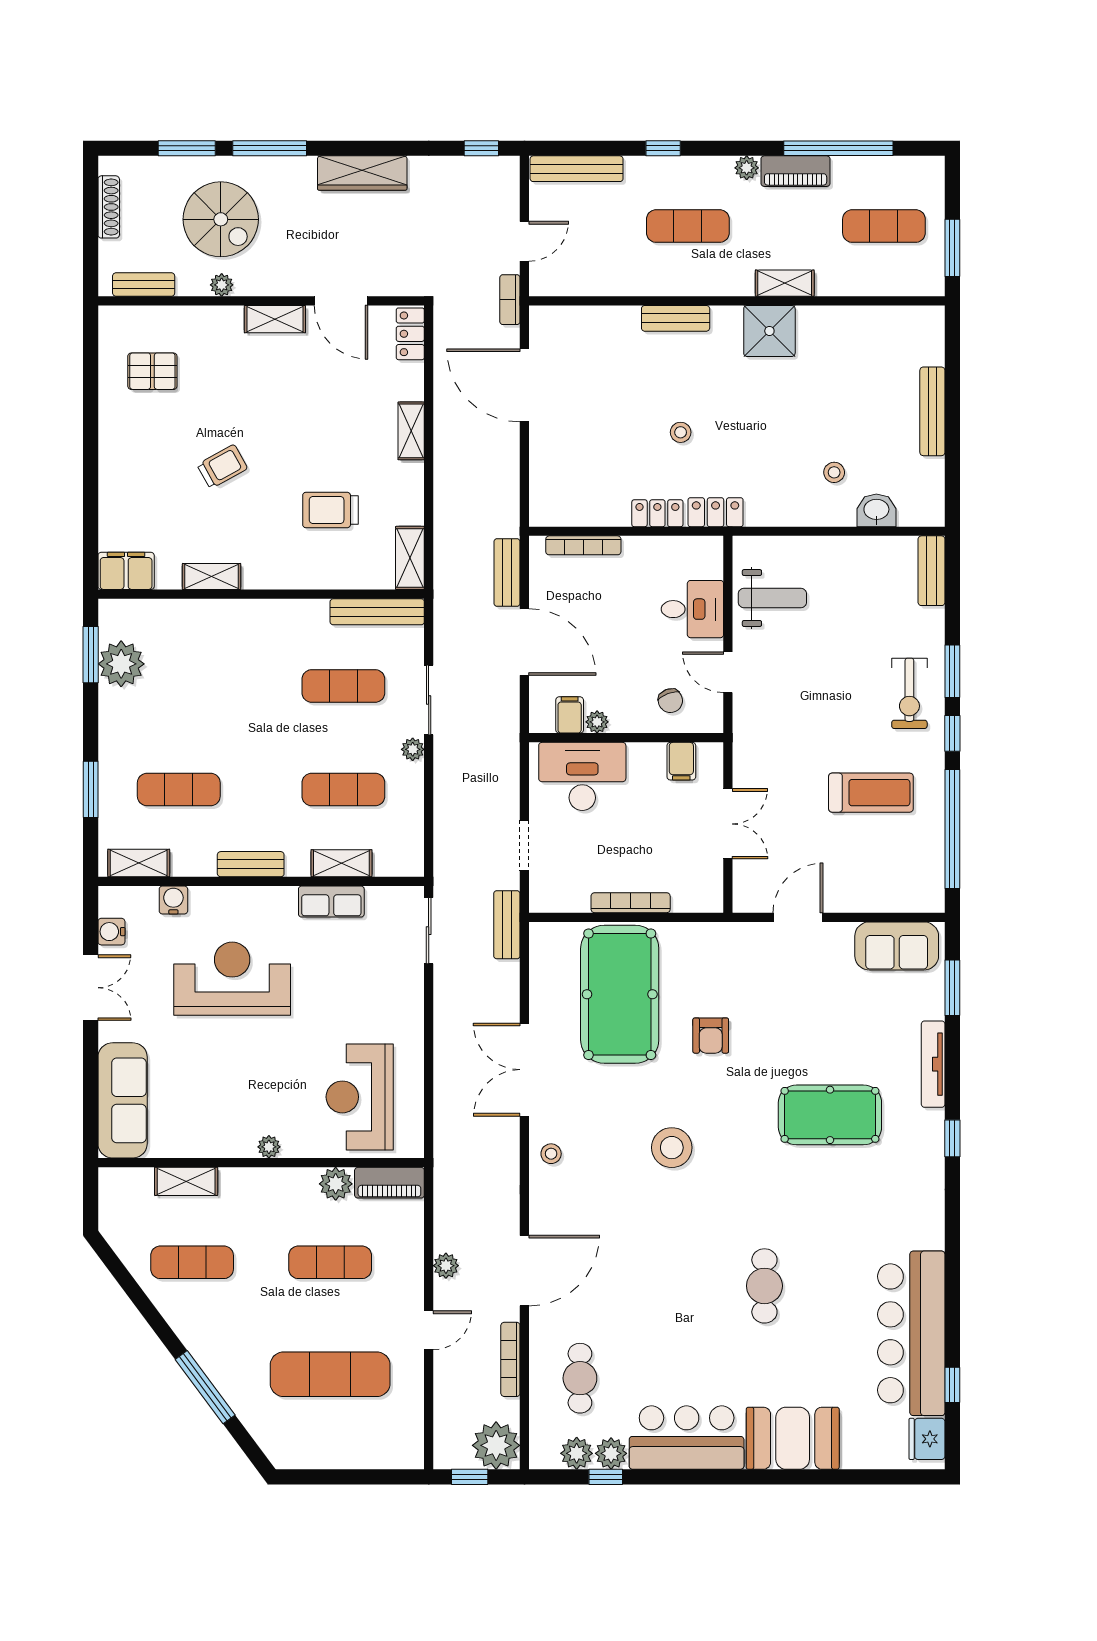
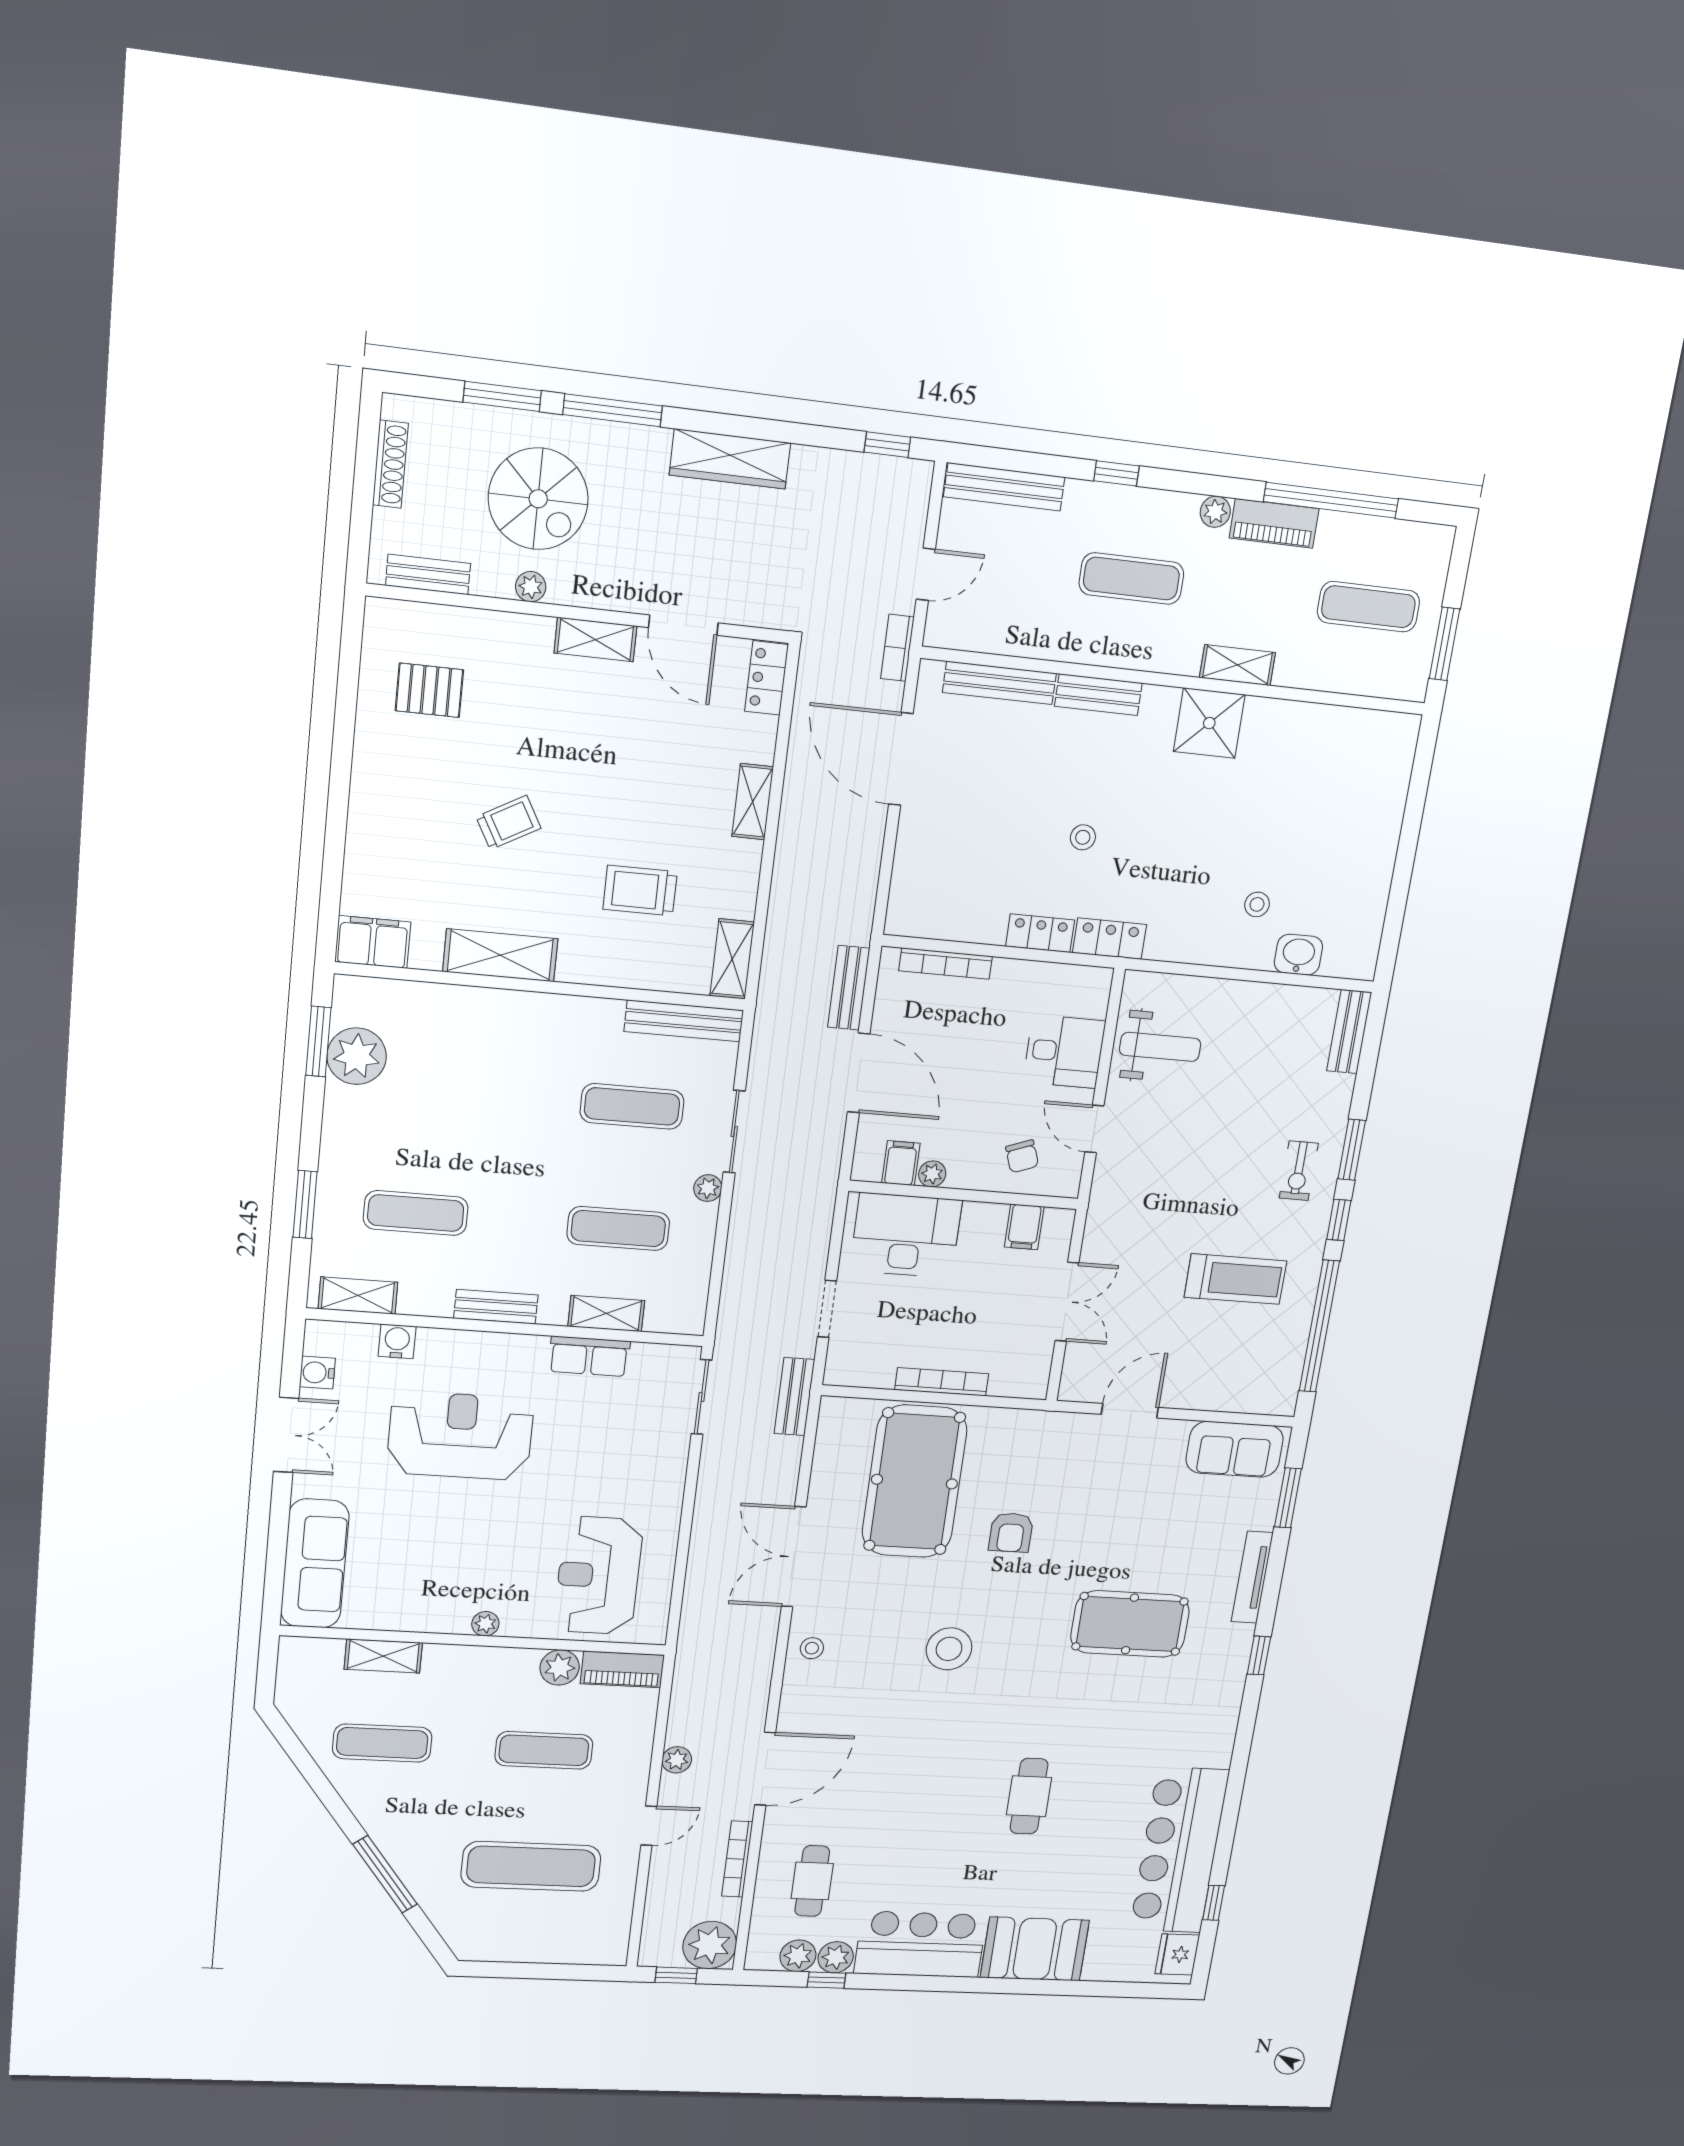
bench: (932, 411) -> (999, 683), moved, turned 90
shelving: (212, 576) -> (500, 955), width x1.50, depth x1.33
exercise bike: (909, 693) -> (1299, 1171), width x0.73, depth x0.72

